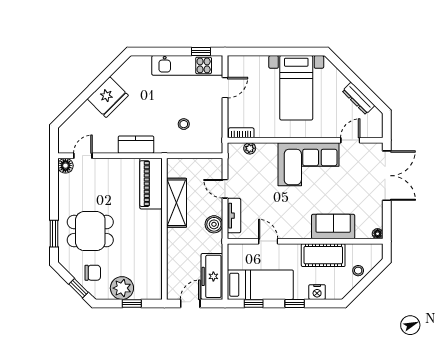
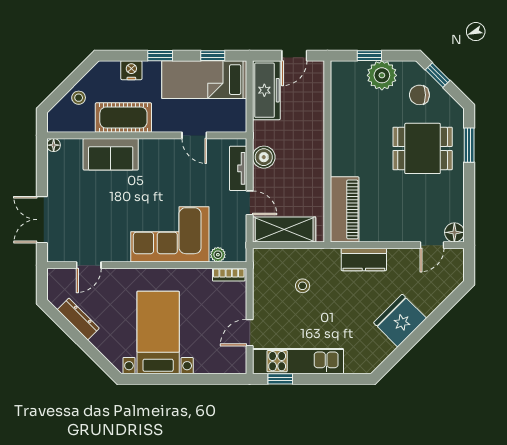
corner sofa: (309, 164) -> (170, 234), moved
double door: (387, 176) -> (42, 220), width x0.73
shelving: (177, 203) -> (284, 230), moved, turned 90

